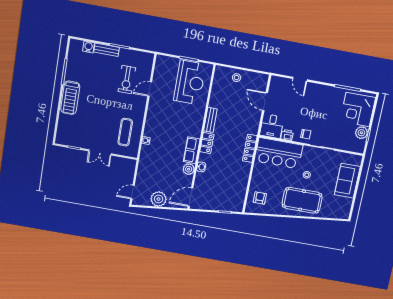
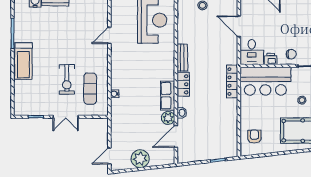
exercise bike: (127, 80) -> (67, 79), moved
door: (190, 197) -> (176, 136), moved

